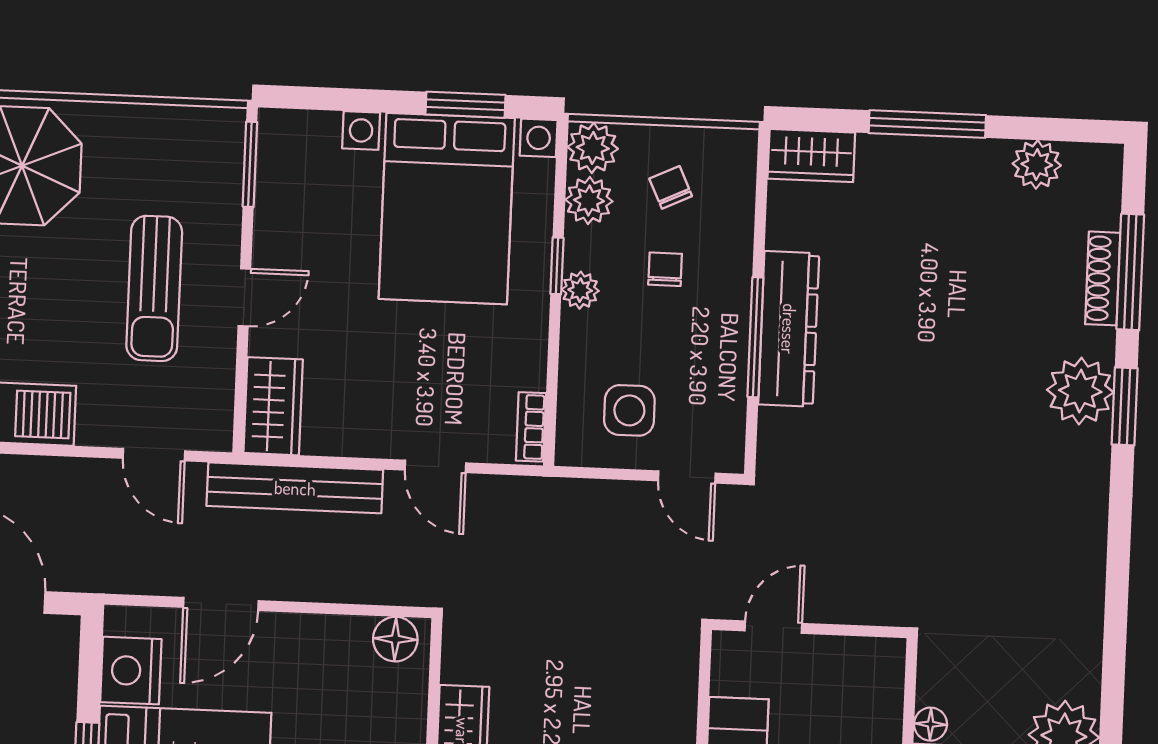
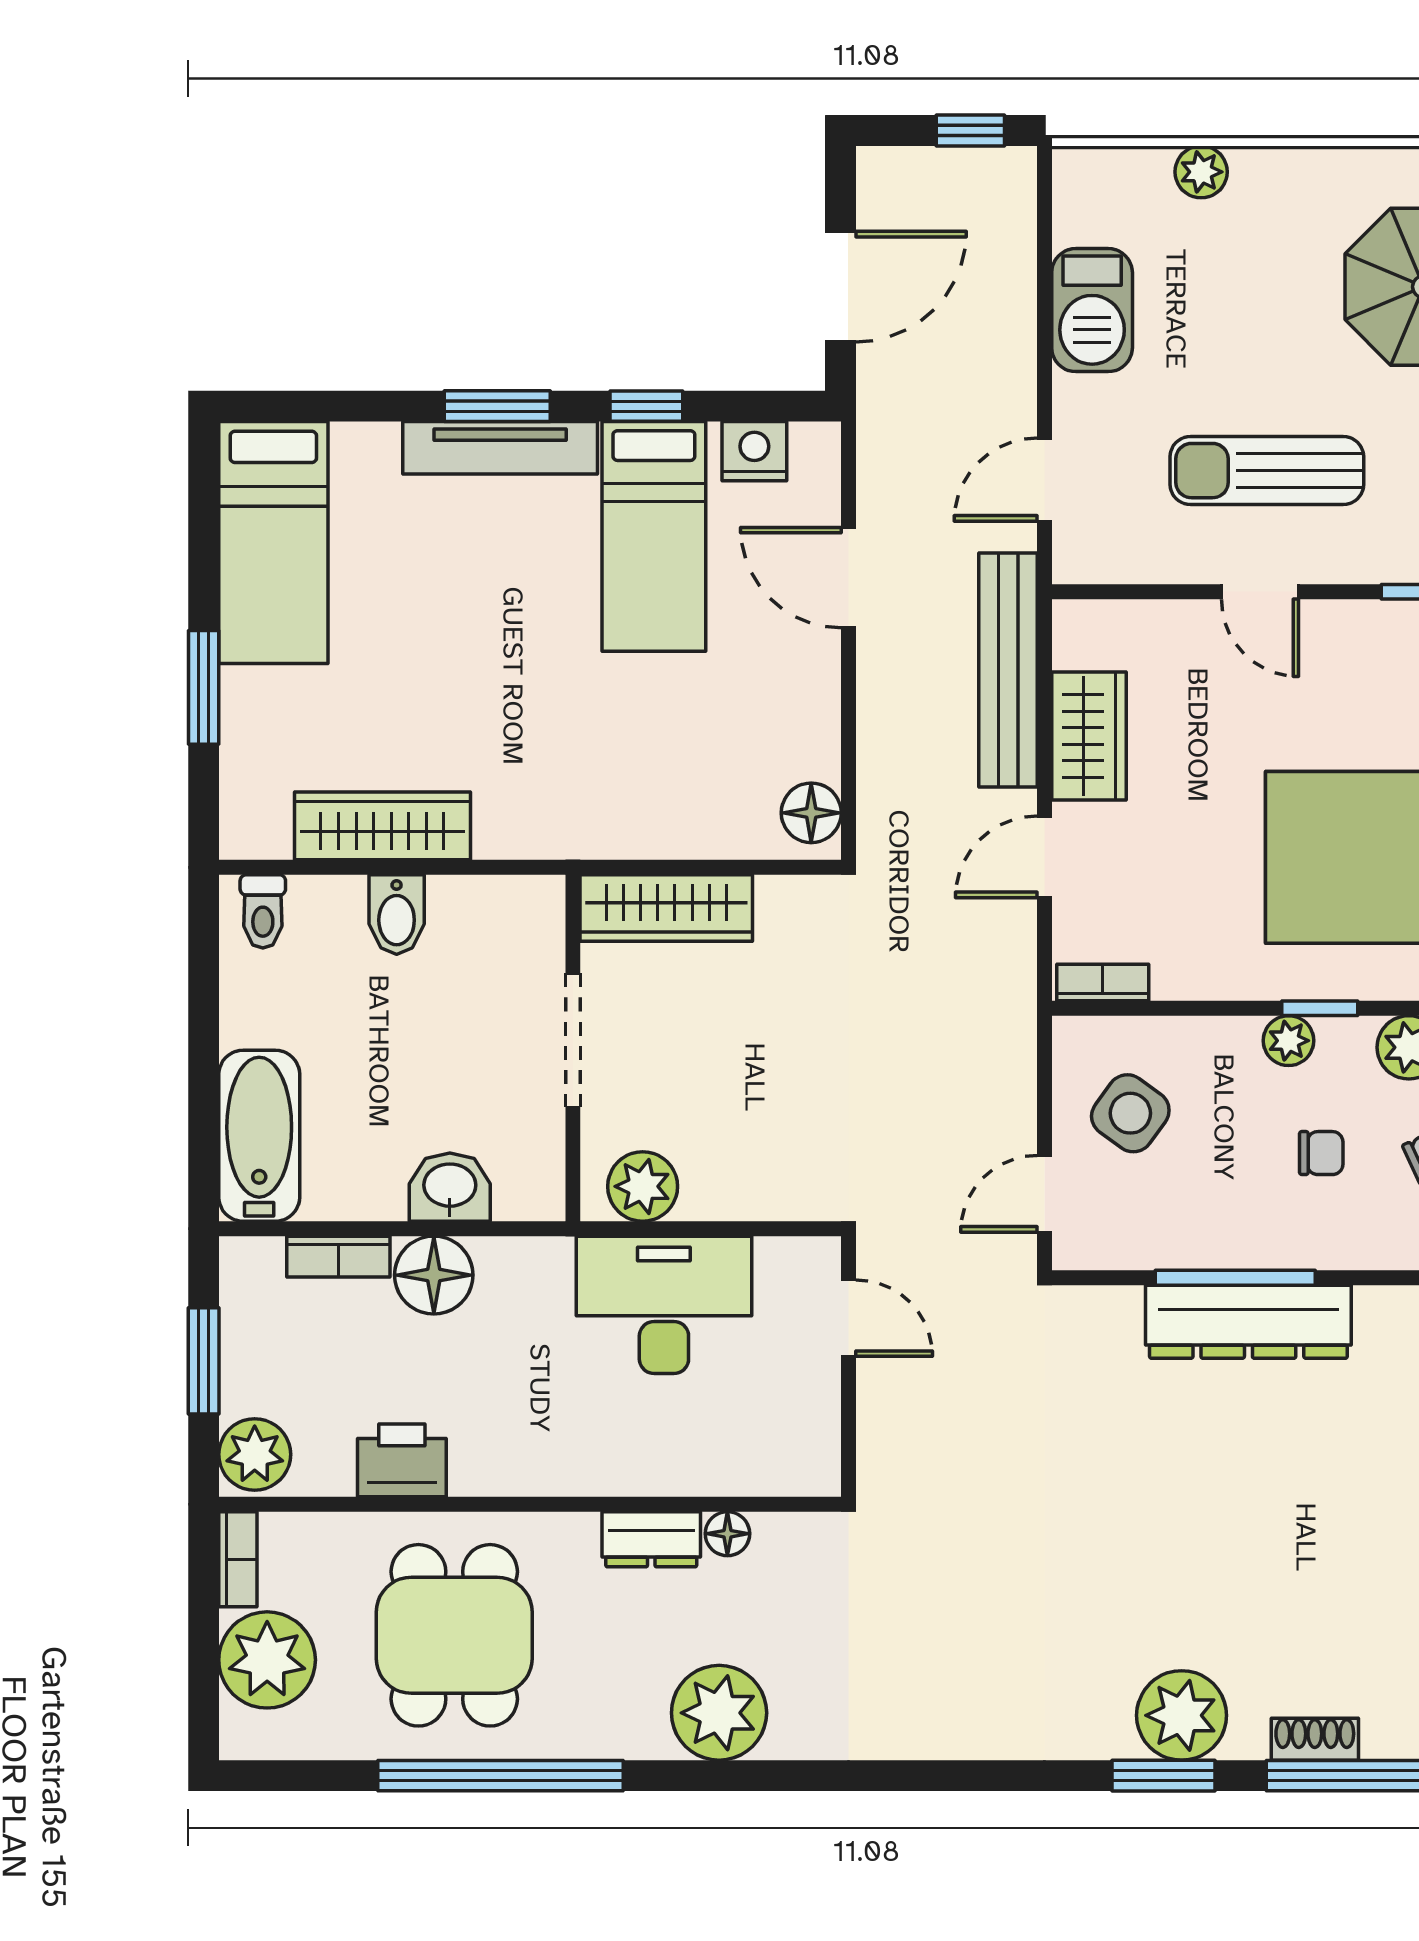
shoe rack: (1103, 278) -> (1315, 1739), width x0.70
wardrobe: (273, 406) -> (1089, 736), moved, turned -90
side table: (629, 410) -> (1130, 1113), turned 36
nightstand: (131, 671) -> (754, 451), width x0.74, depth x0.75

